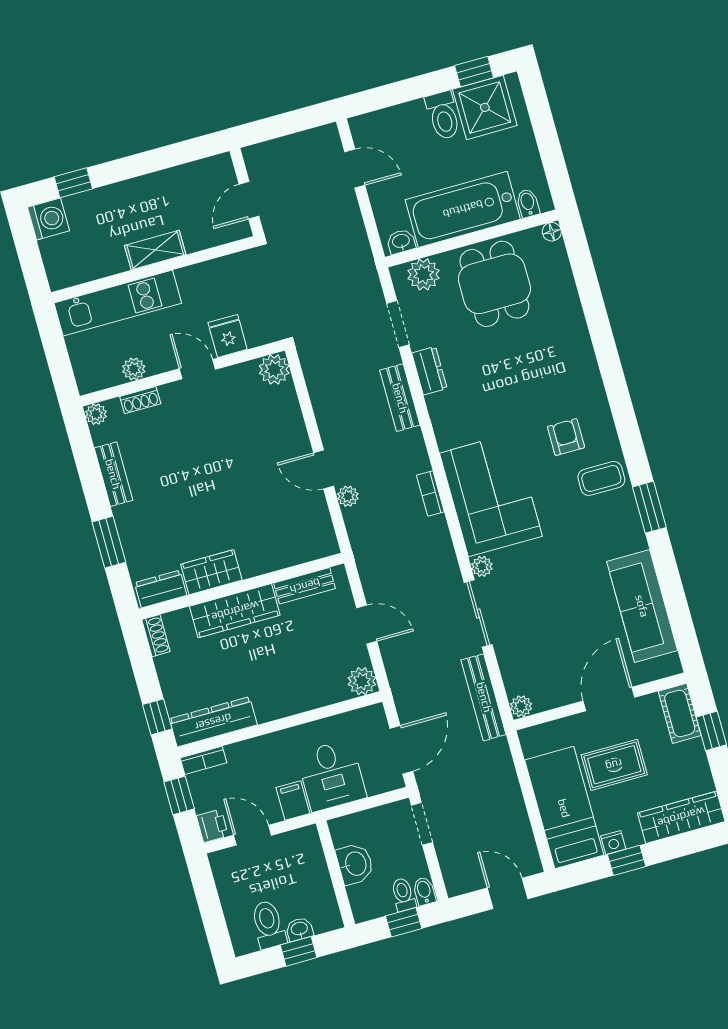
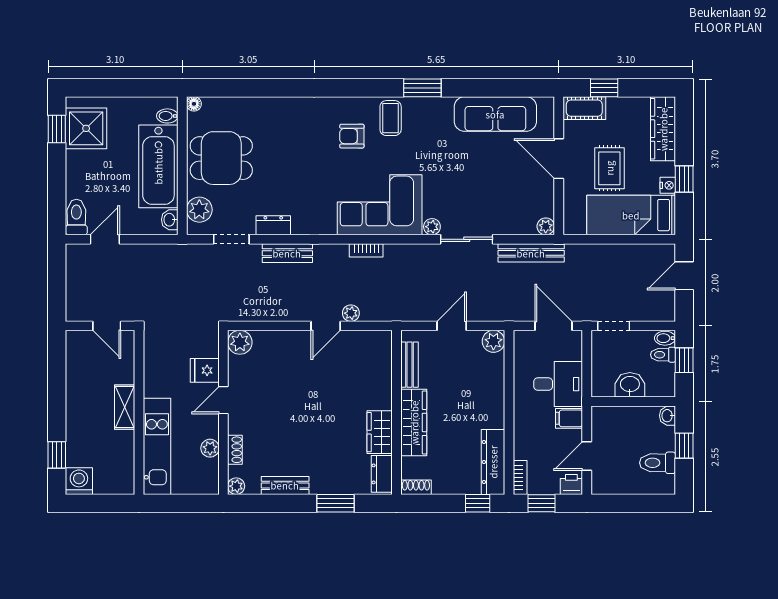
toilet: (443, 115) -> (76, 217), moved, turned -90
washbasin: (299, 929) -> (668, 416), moved

